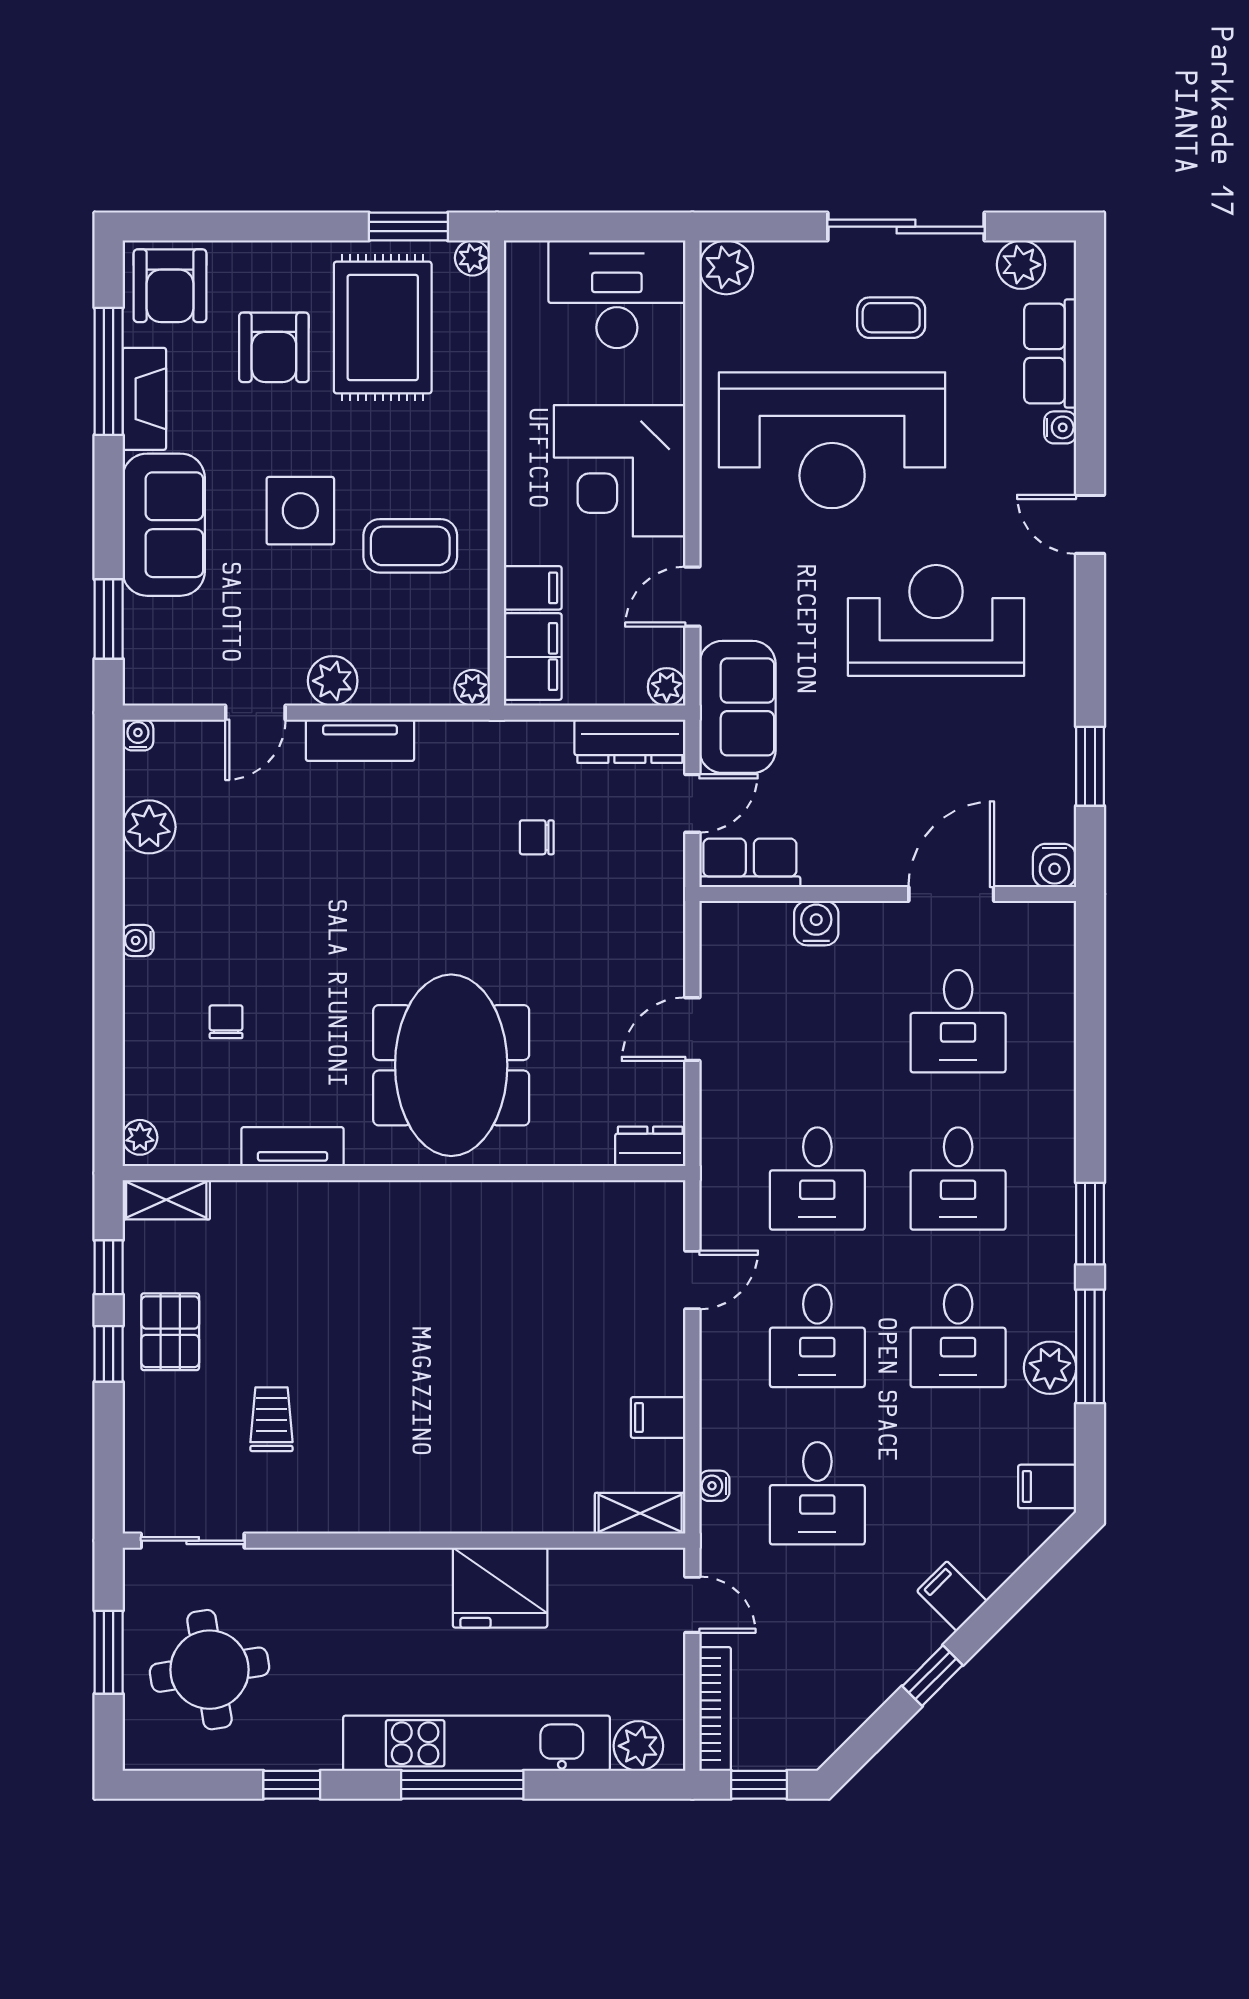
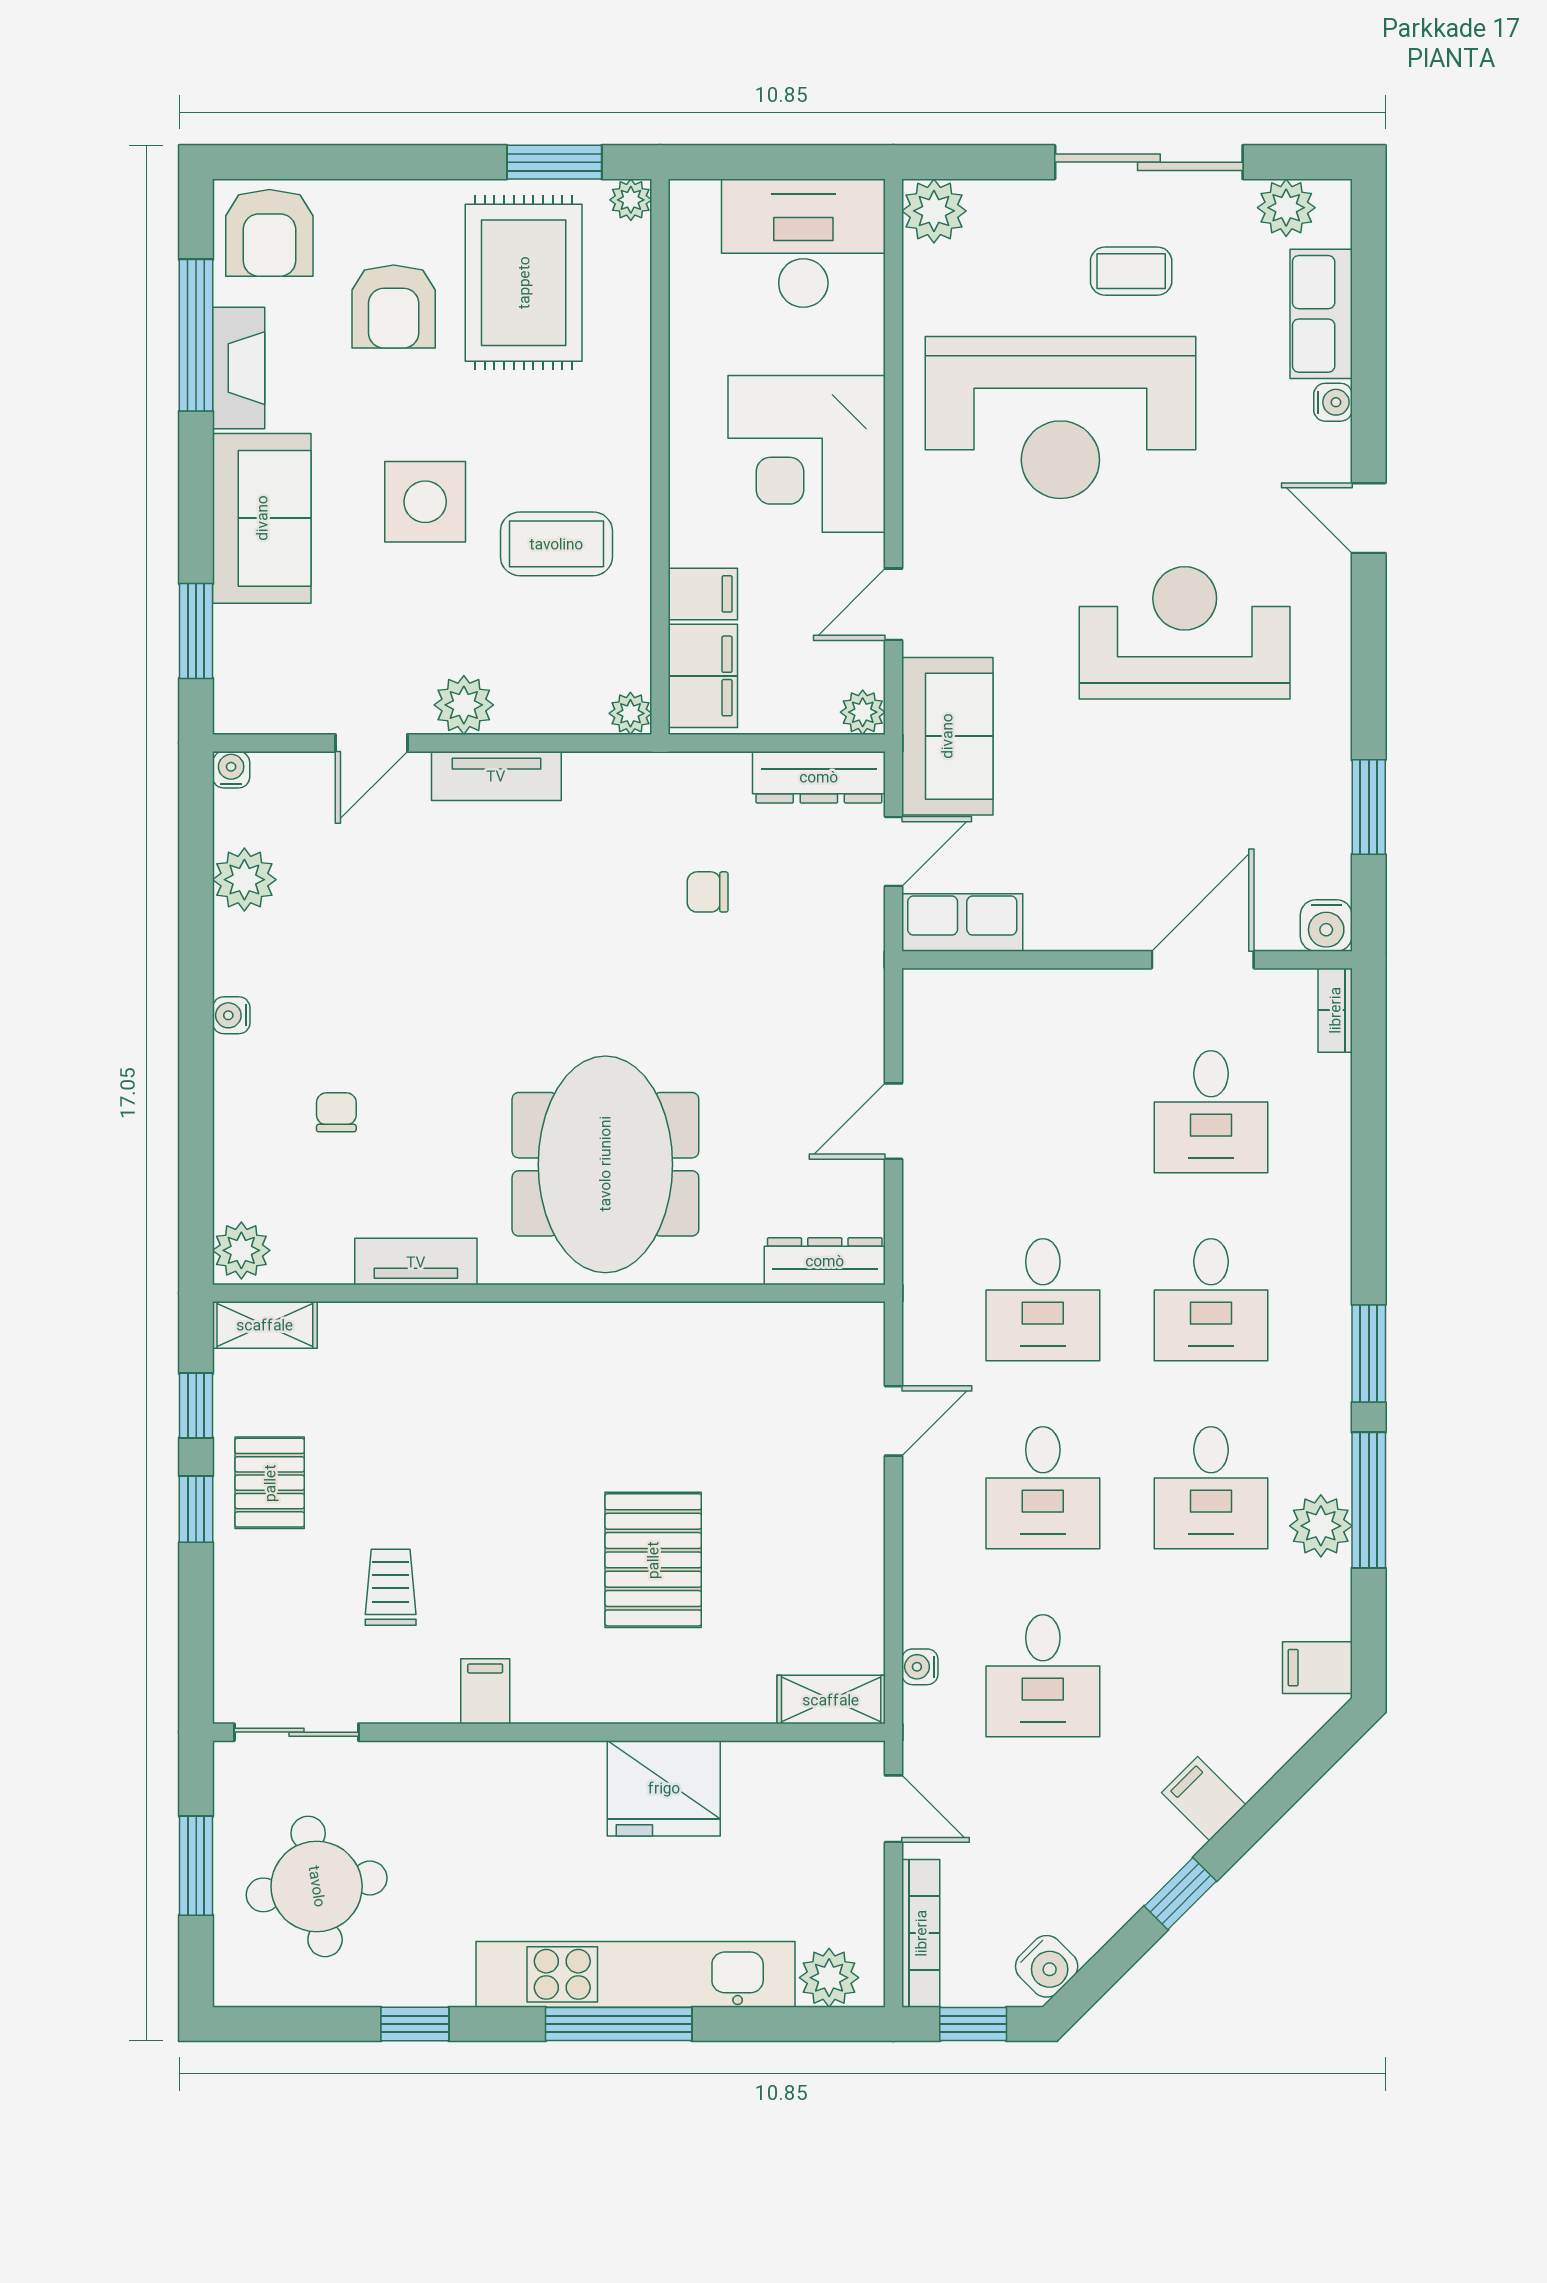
water cooler: (816, 923) -> (1047, 1966), moved, turned 135
bookcase: (1062, 936) -> (1335, 1010), added
plant: (140, 1137) -> (241, 1250), width x1.38, depth x1.38
dresser: (650, 1146) -> (825, 1261), width x1.44
pallet: (491, 1396) -> (653, 1560), added
filing cabinet: (658, 1417) -> (485, 1691), moved, turned 90

